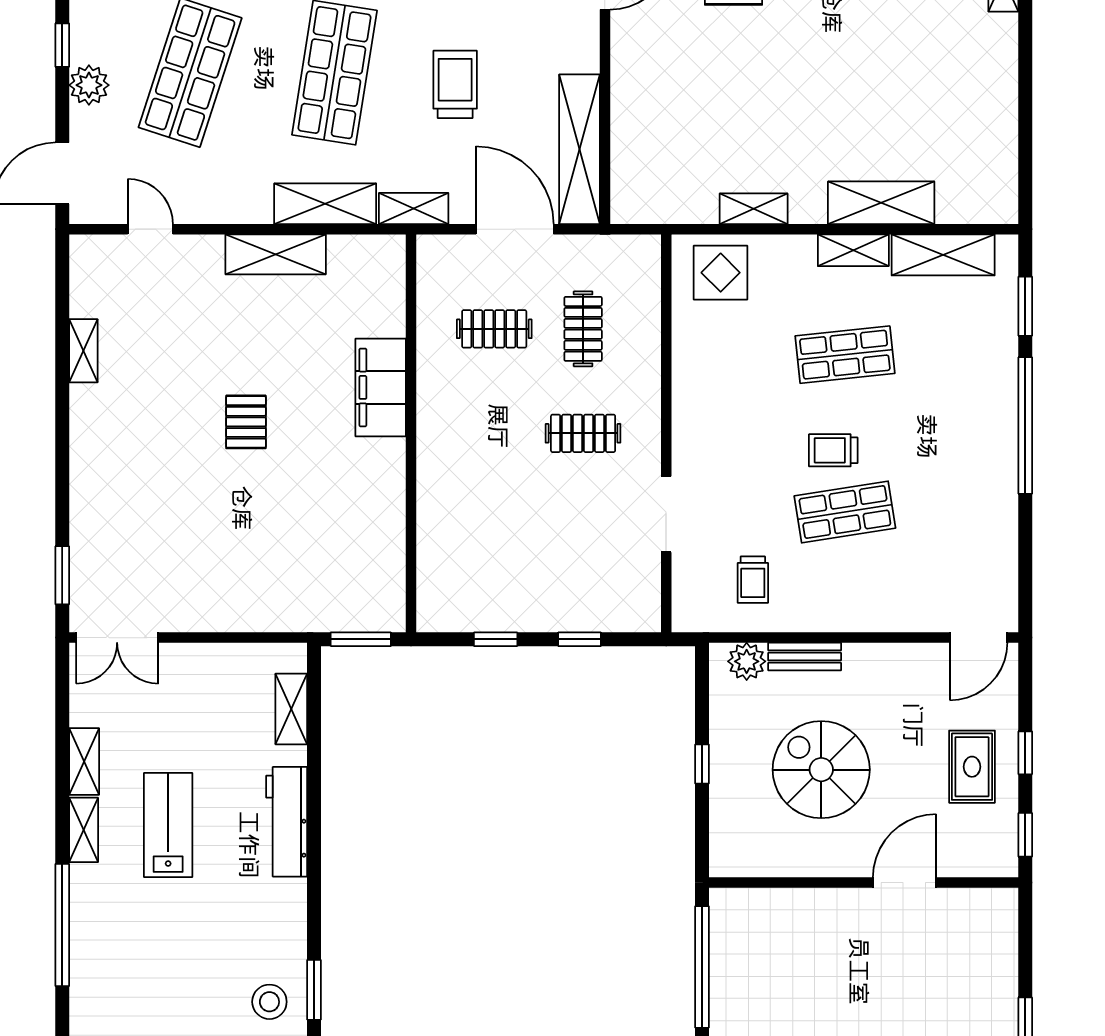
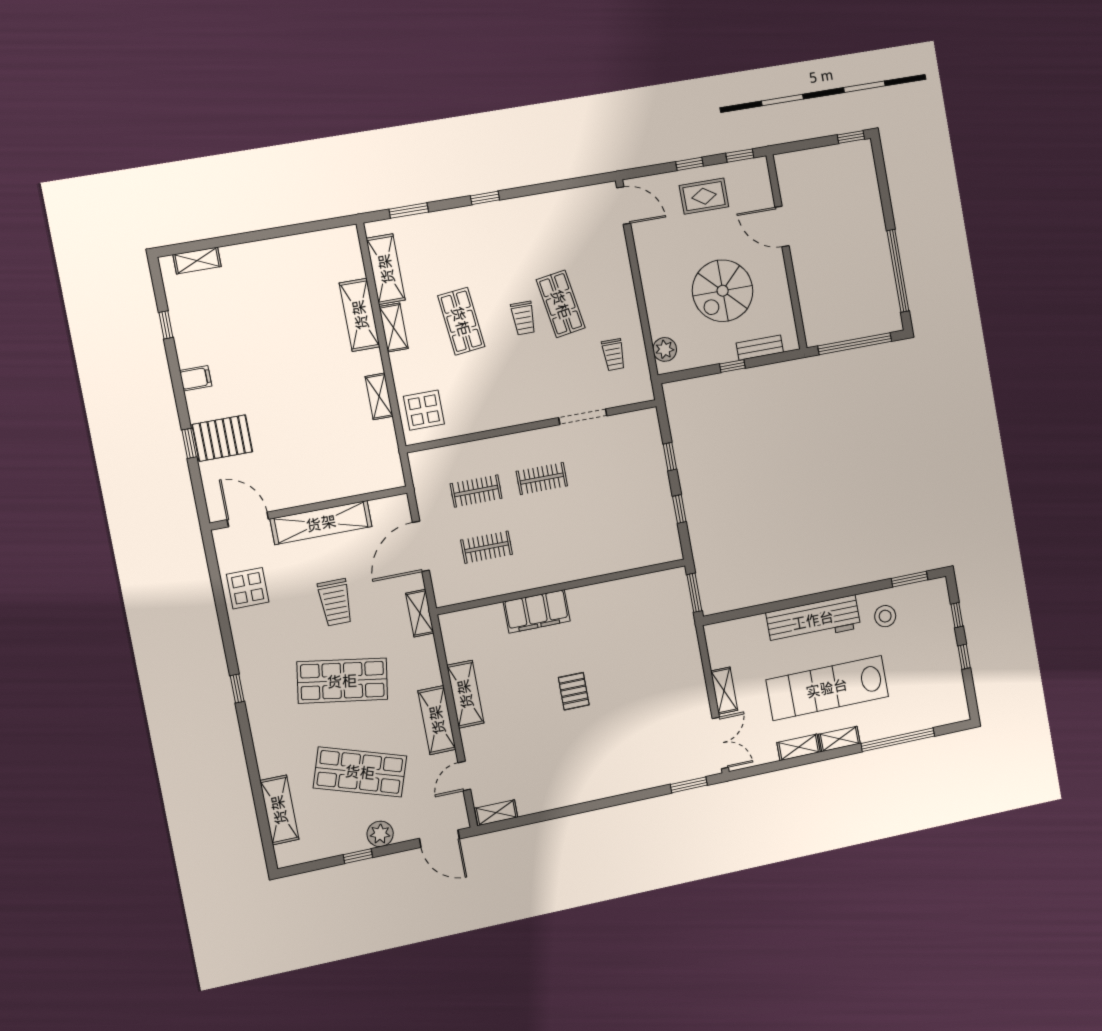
trolley: (455, 84) -> (335, 602), turned -90
shelving: (579, 149) -> (321, 523), moved
shelving: (325, 204) -> (437, 720), moved
clothes rail: (494, 329) -> (487, 547), turned 90
shelving: (83, 351) -> (496, 813), moved
pallet: (246, 422) -> (574, 691), turned 90
window: (1025, 426) -> (485, 198), width x0.32
clothes rail: (583, 433) -> (542, 479), turned 90
trolley: (753, 580) -> (613, 355), turned 90
bench: (805, 657) -> (760, 348), moved, turned 90
shelving: (291, 709) -> (724, 691), moved, turned 90
workbench: (287, 822) -> (813, 620), width x1.36, depth x1.32
lab bench: (168, 825) -> (827, 688), width x1.86, depth x1.39
stool: (269, 1002) -> (885, 616), moved

